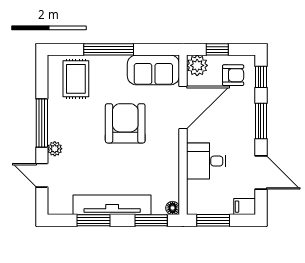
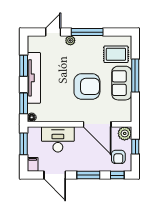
sofa: (153, 70) -> (122, 83), moved
desk: (206, 161) -> (58, 139), width x1.37
door: (261, 172) -> (55, 175), hinge flipped

